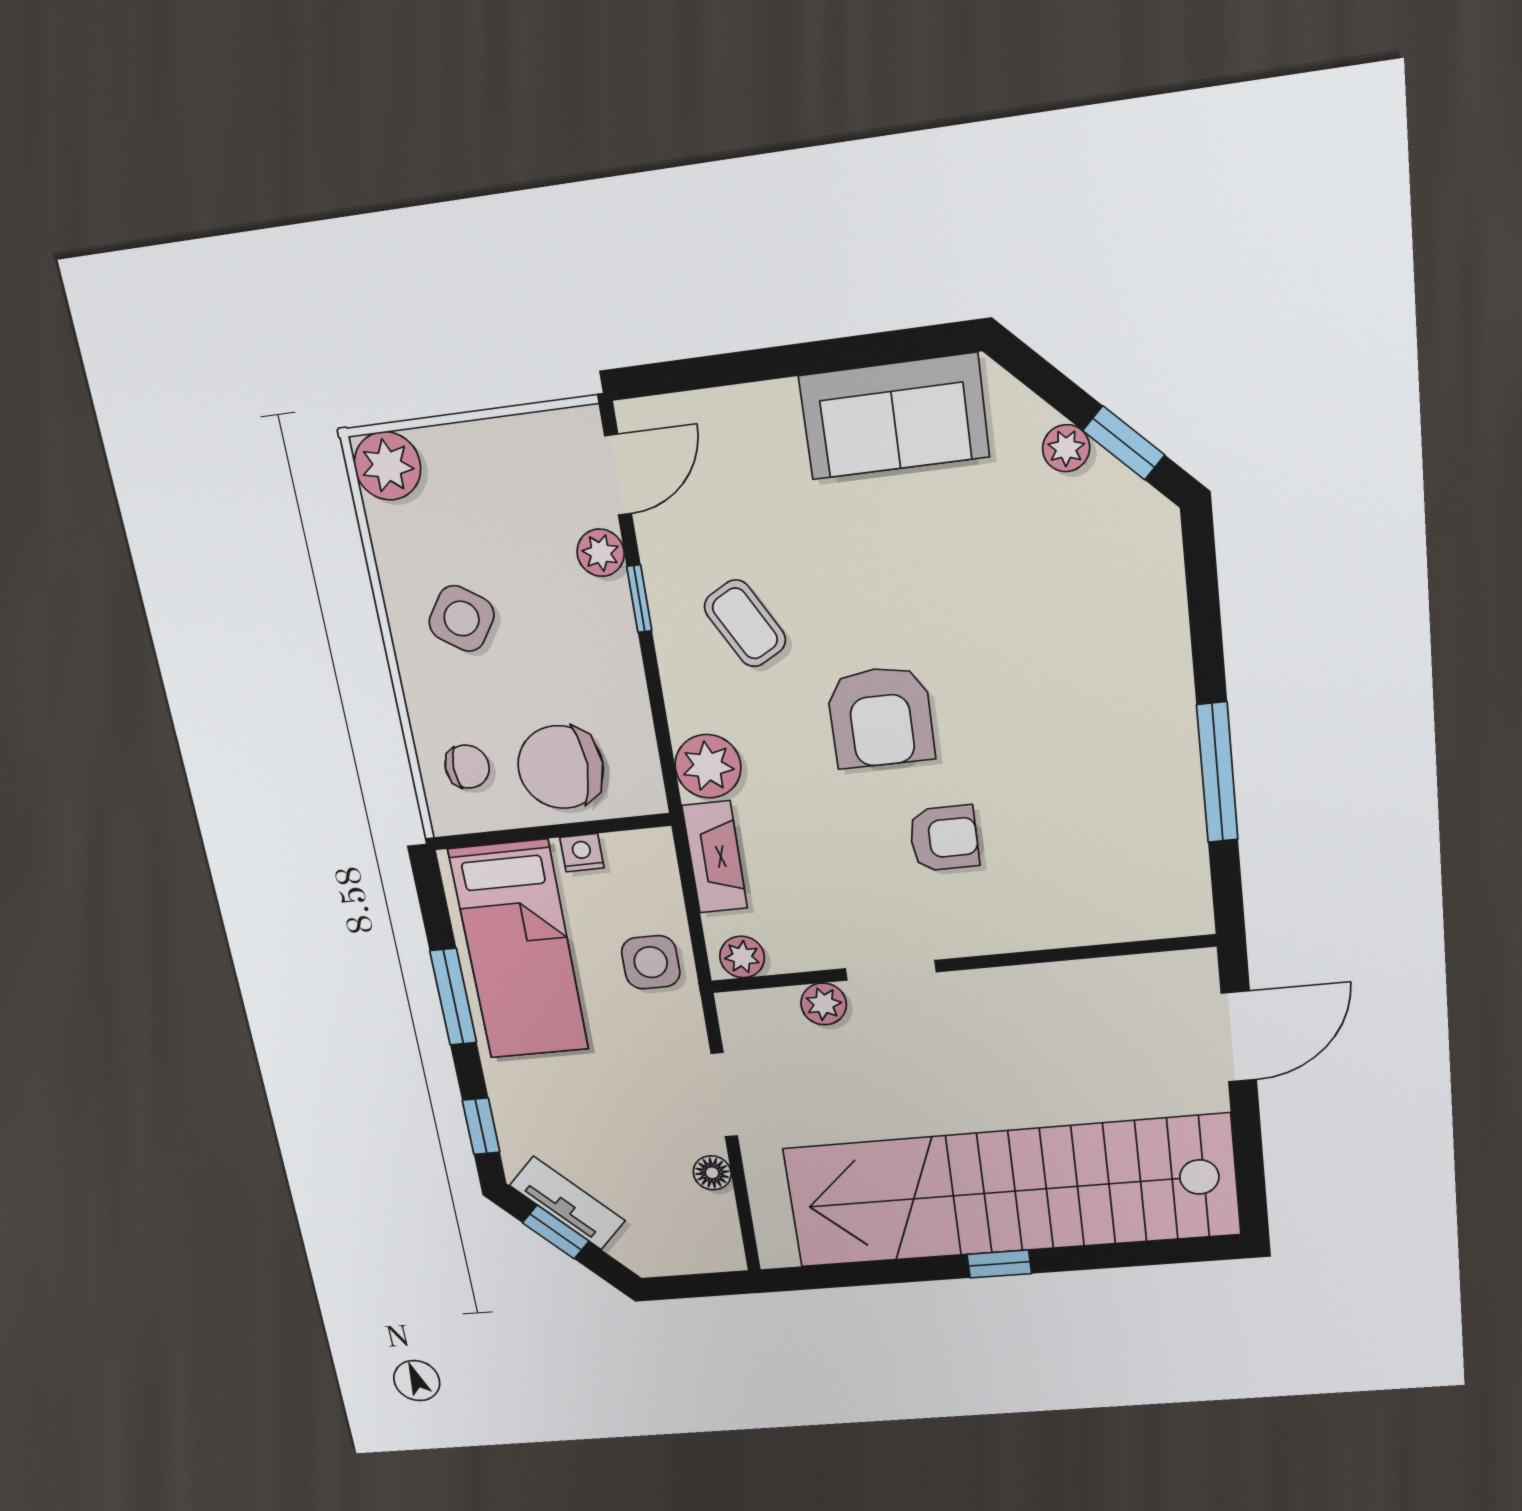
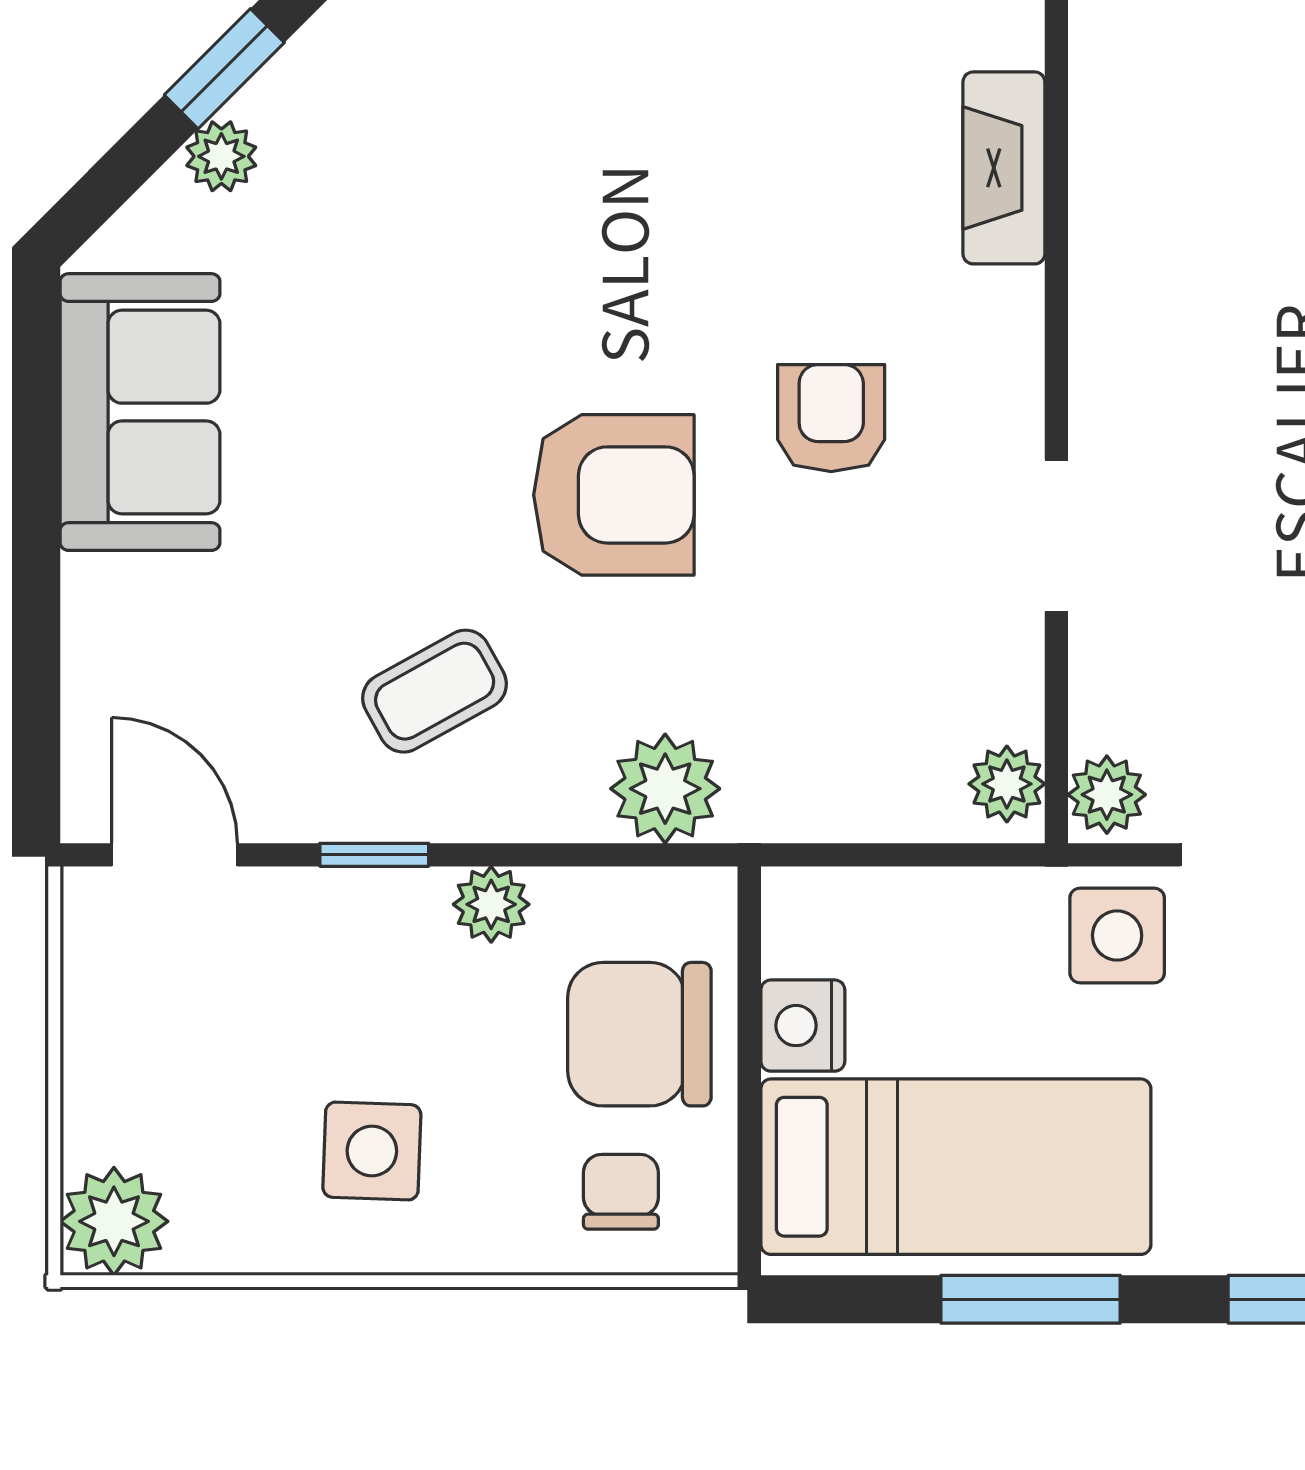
plant: (601, 553) -> (491, 904), moved
side table: (462, 619) -> (372, 1151), turned -32
chair: (561, 767) -> (639, 1034), turned 90
nightstand: (582, 853) -> (803, 1026), width x1.39, depth x1.35
fireplace: (715, 857) -> (1004, 168), moved, turned -90
side table: (651, 962) -> (1117, 935), moved
plant: (824, 1004) -> (1107, 795), moved

